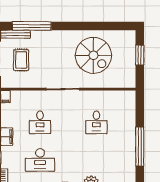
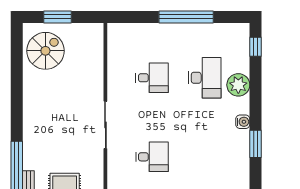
spiral stairs: (93, 55) -> (45, 51), moved, width x0.73, depth x0.73
desk: (40, 160) -> (205, 78), moved

